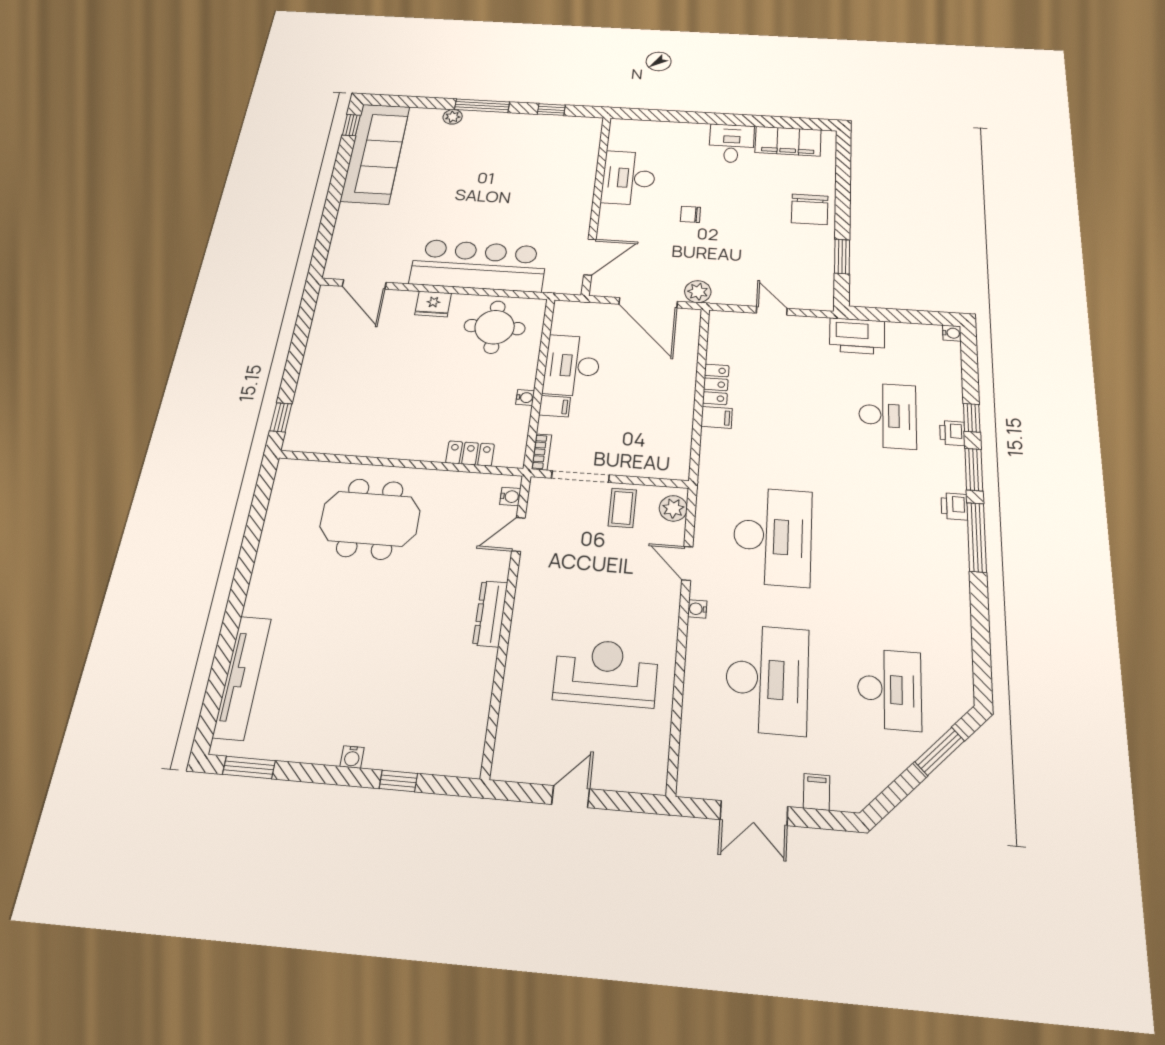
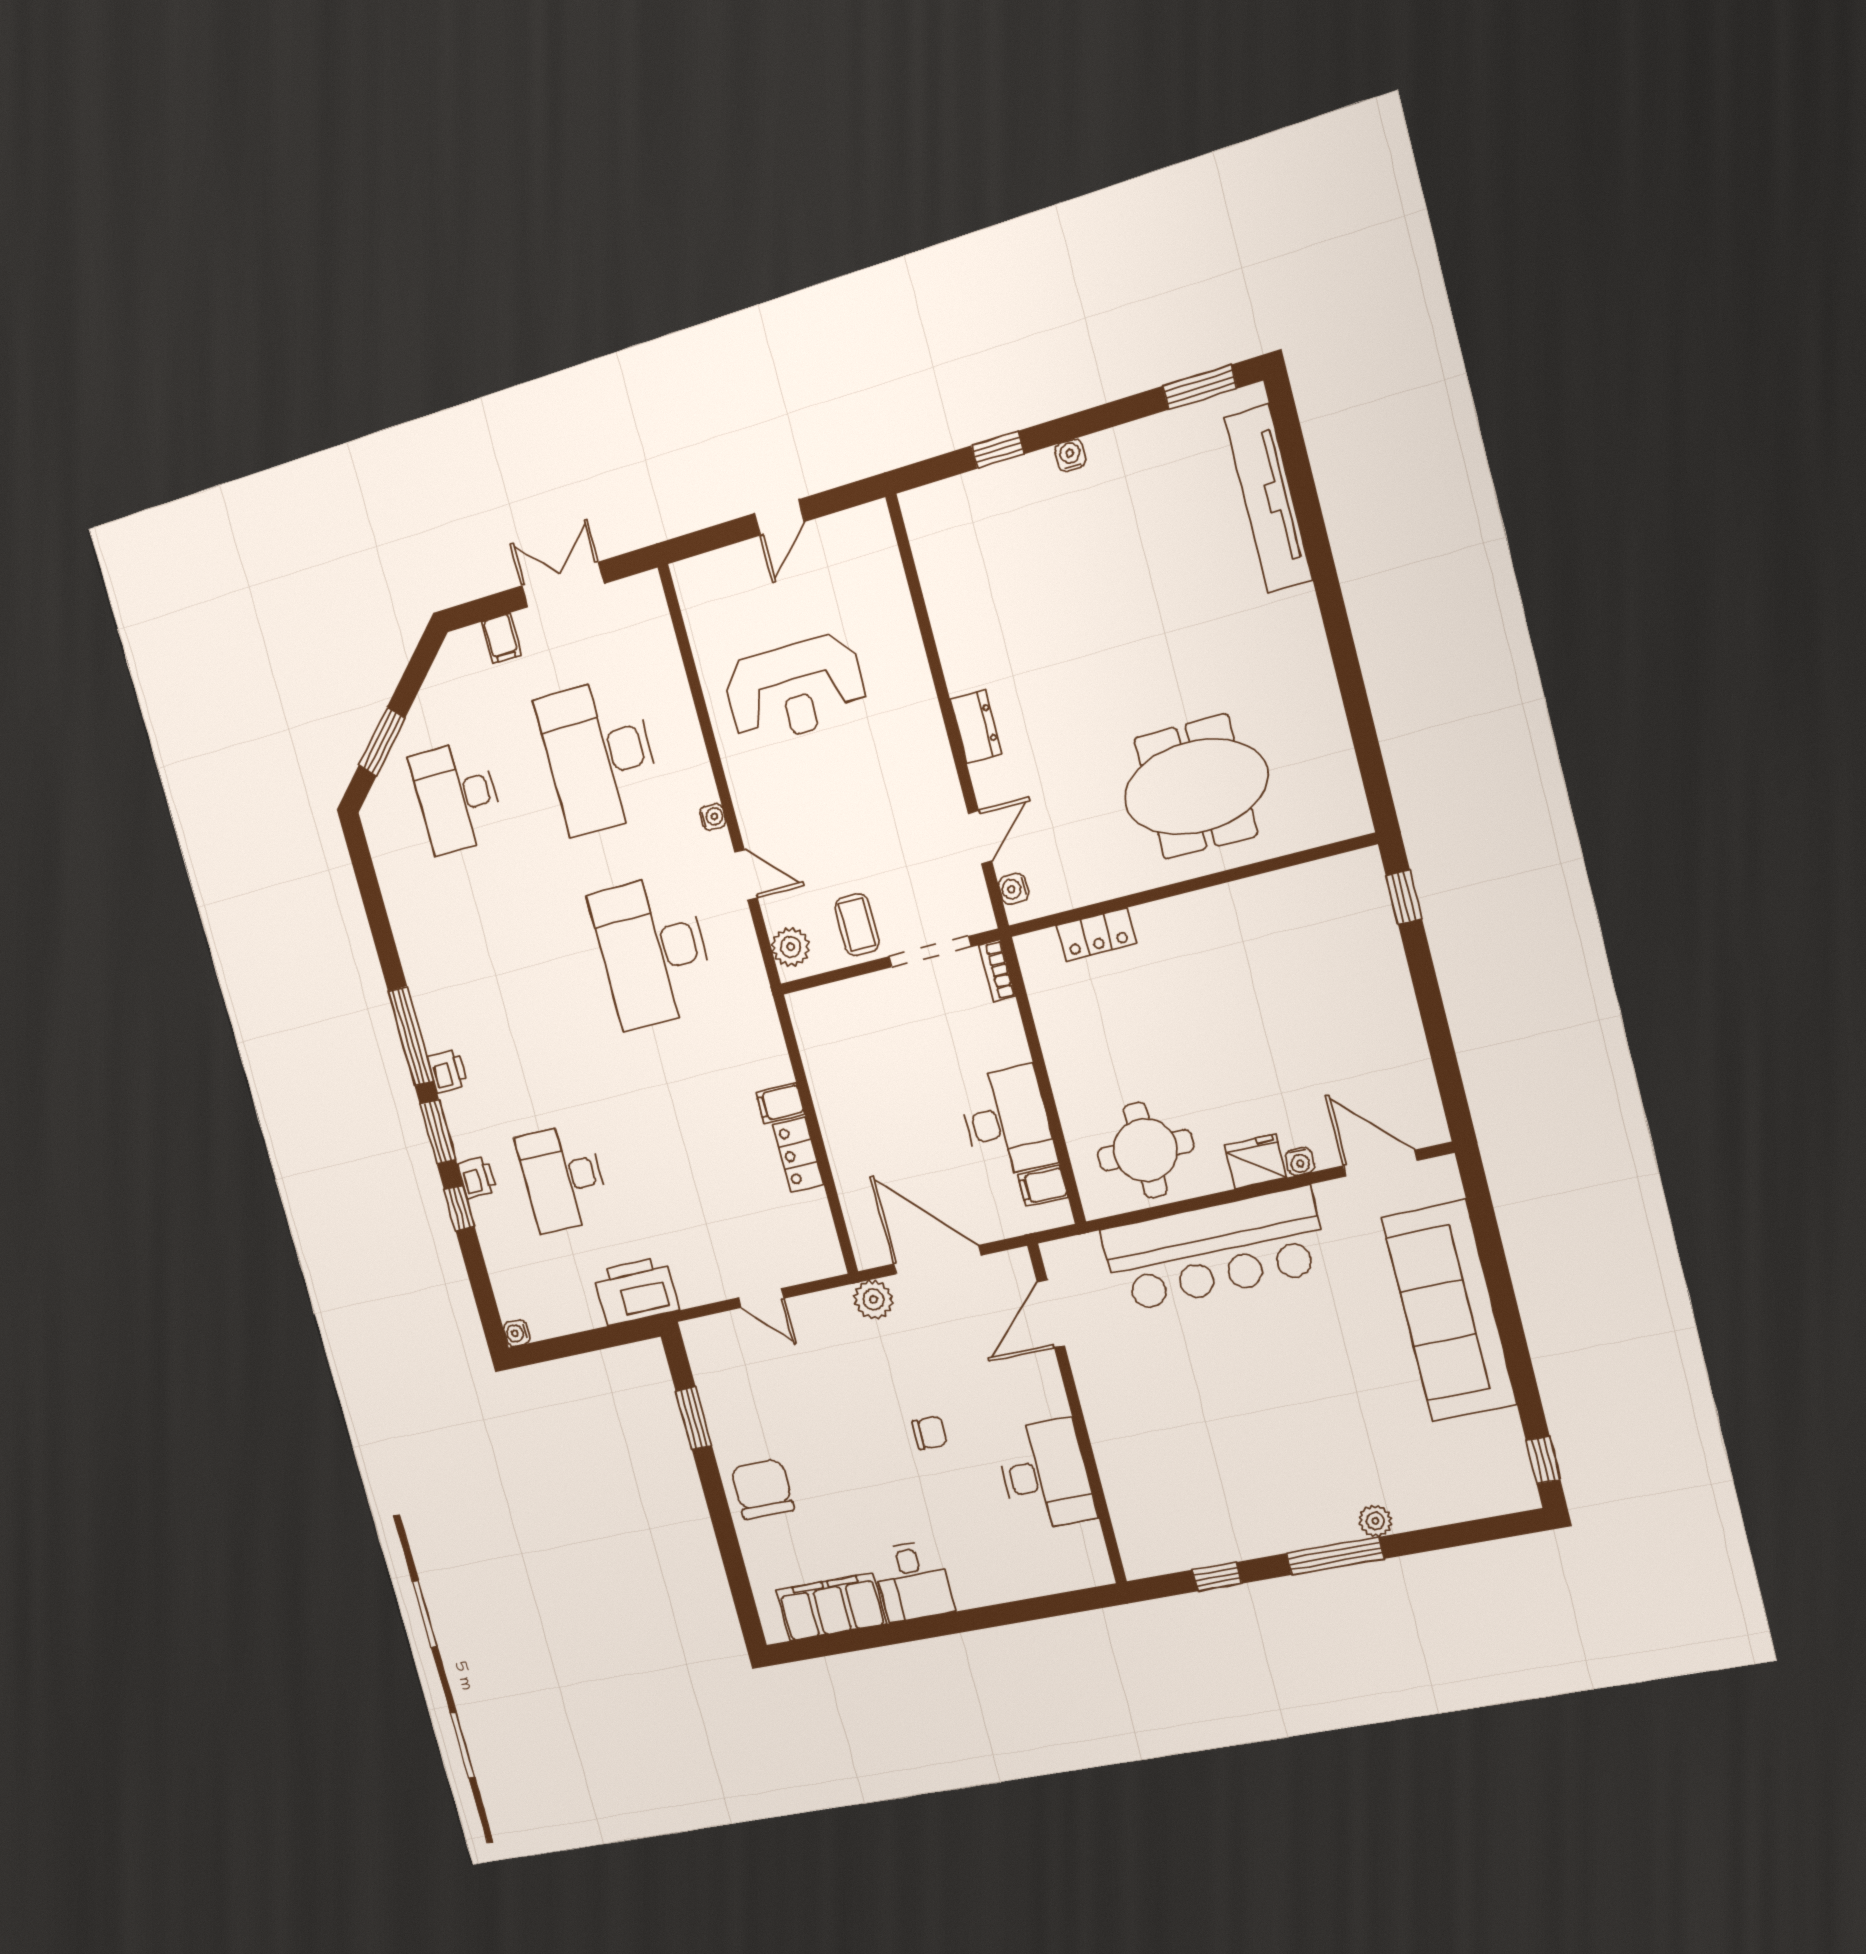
sofa: (375, 153) -> (1449, 1311), moved
water cooler: (525, 397) -> (1300, 1161), moved, turned -90
filing cabinet: (555, 406) -> (1043, 1186), moved
dresser: (490, 614) -> (976, 726), width x0.70

